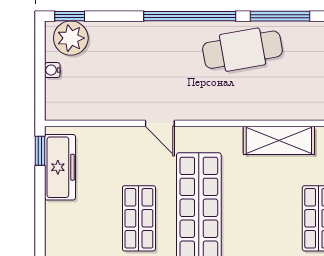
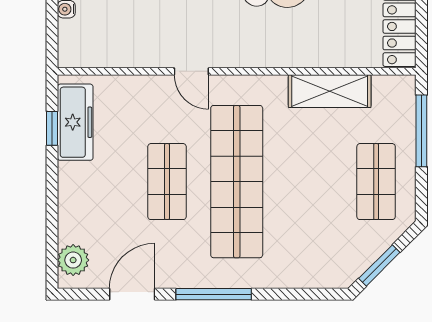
window: (40, 151) -> (52, 128), moved

